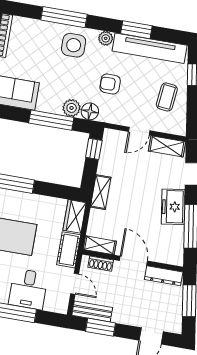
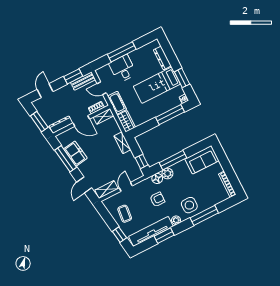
freezer: (173, 207) -> (75, 154), moved

